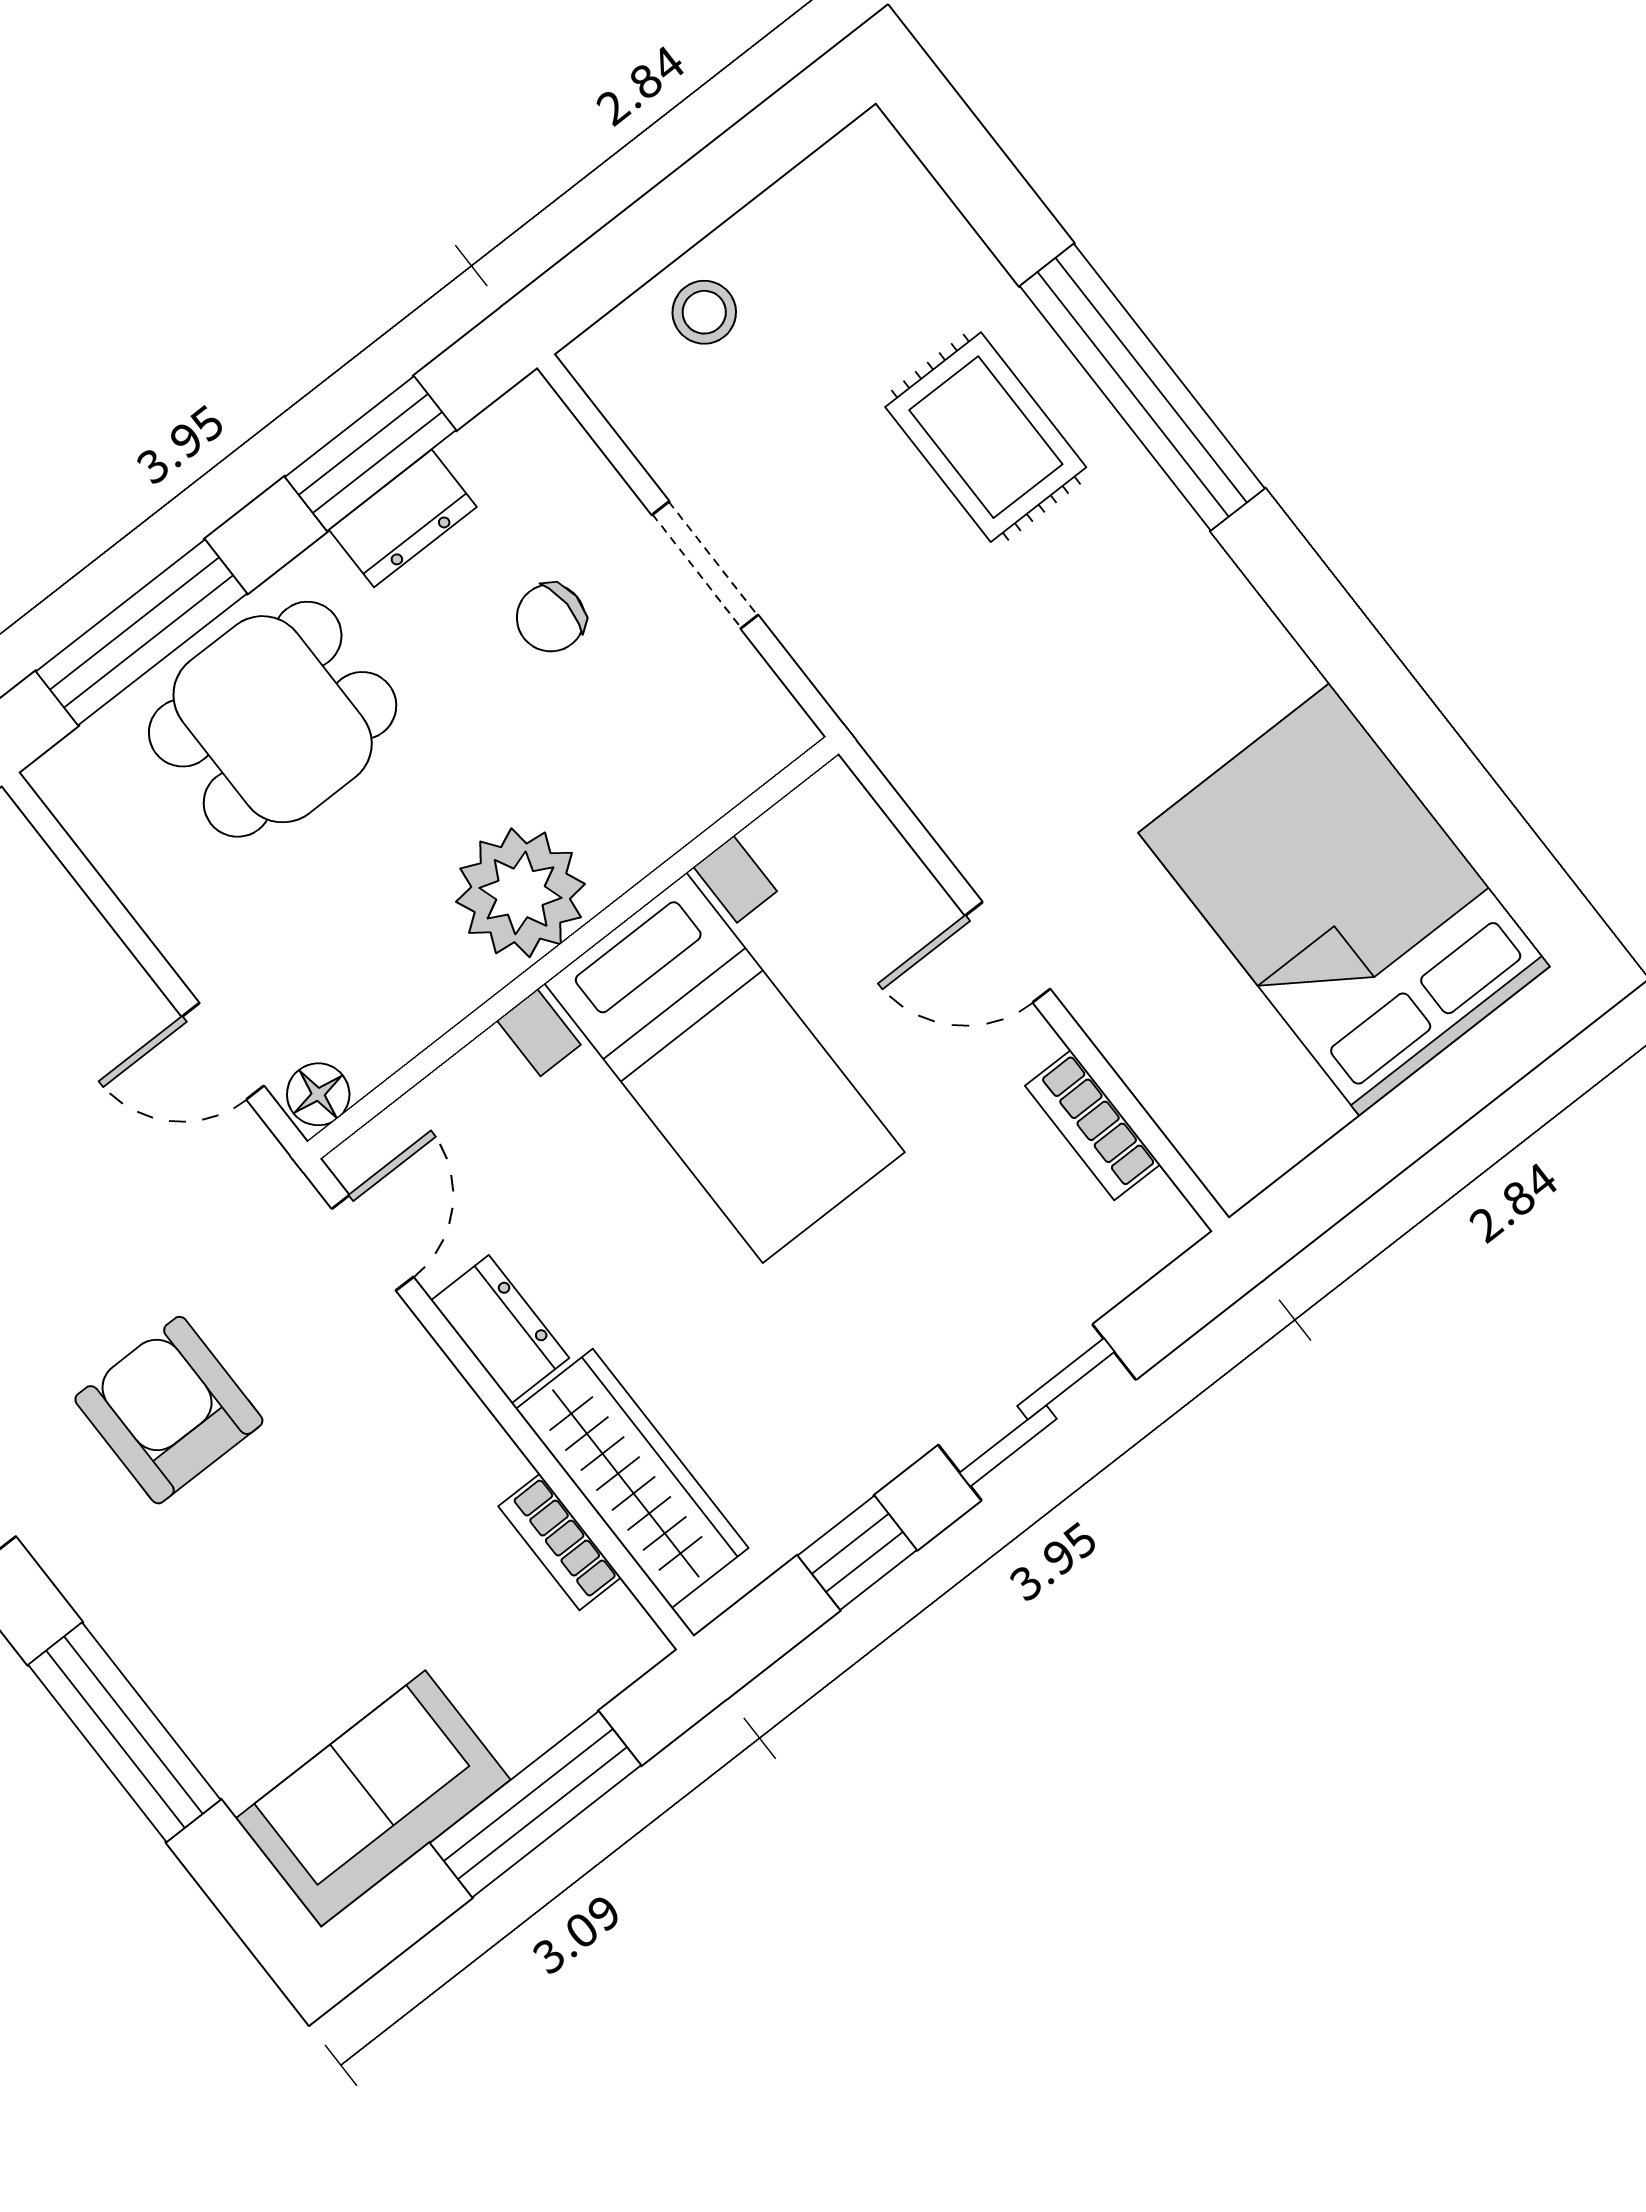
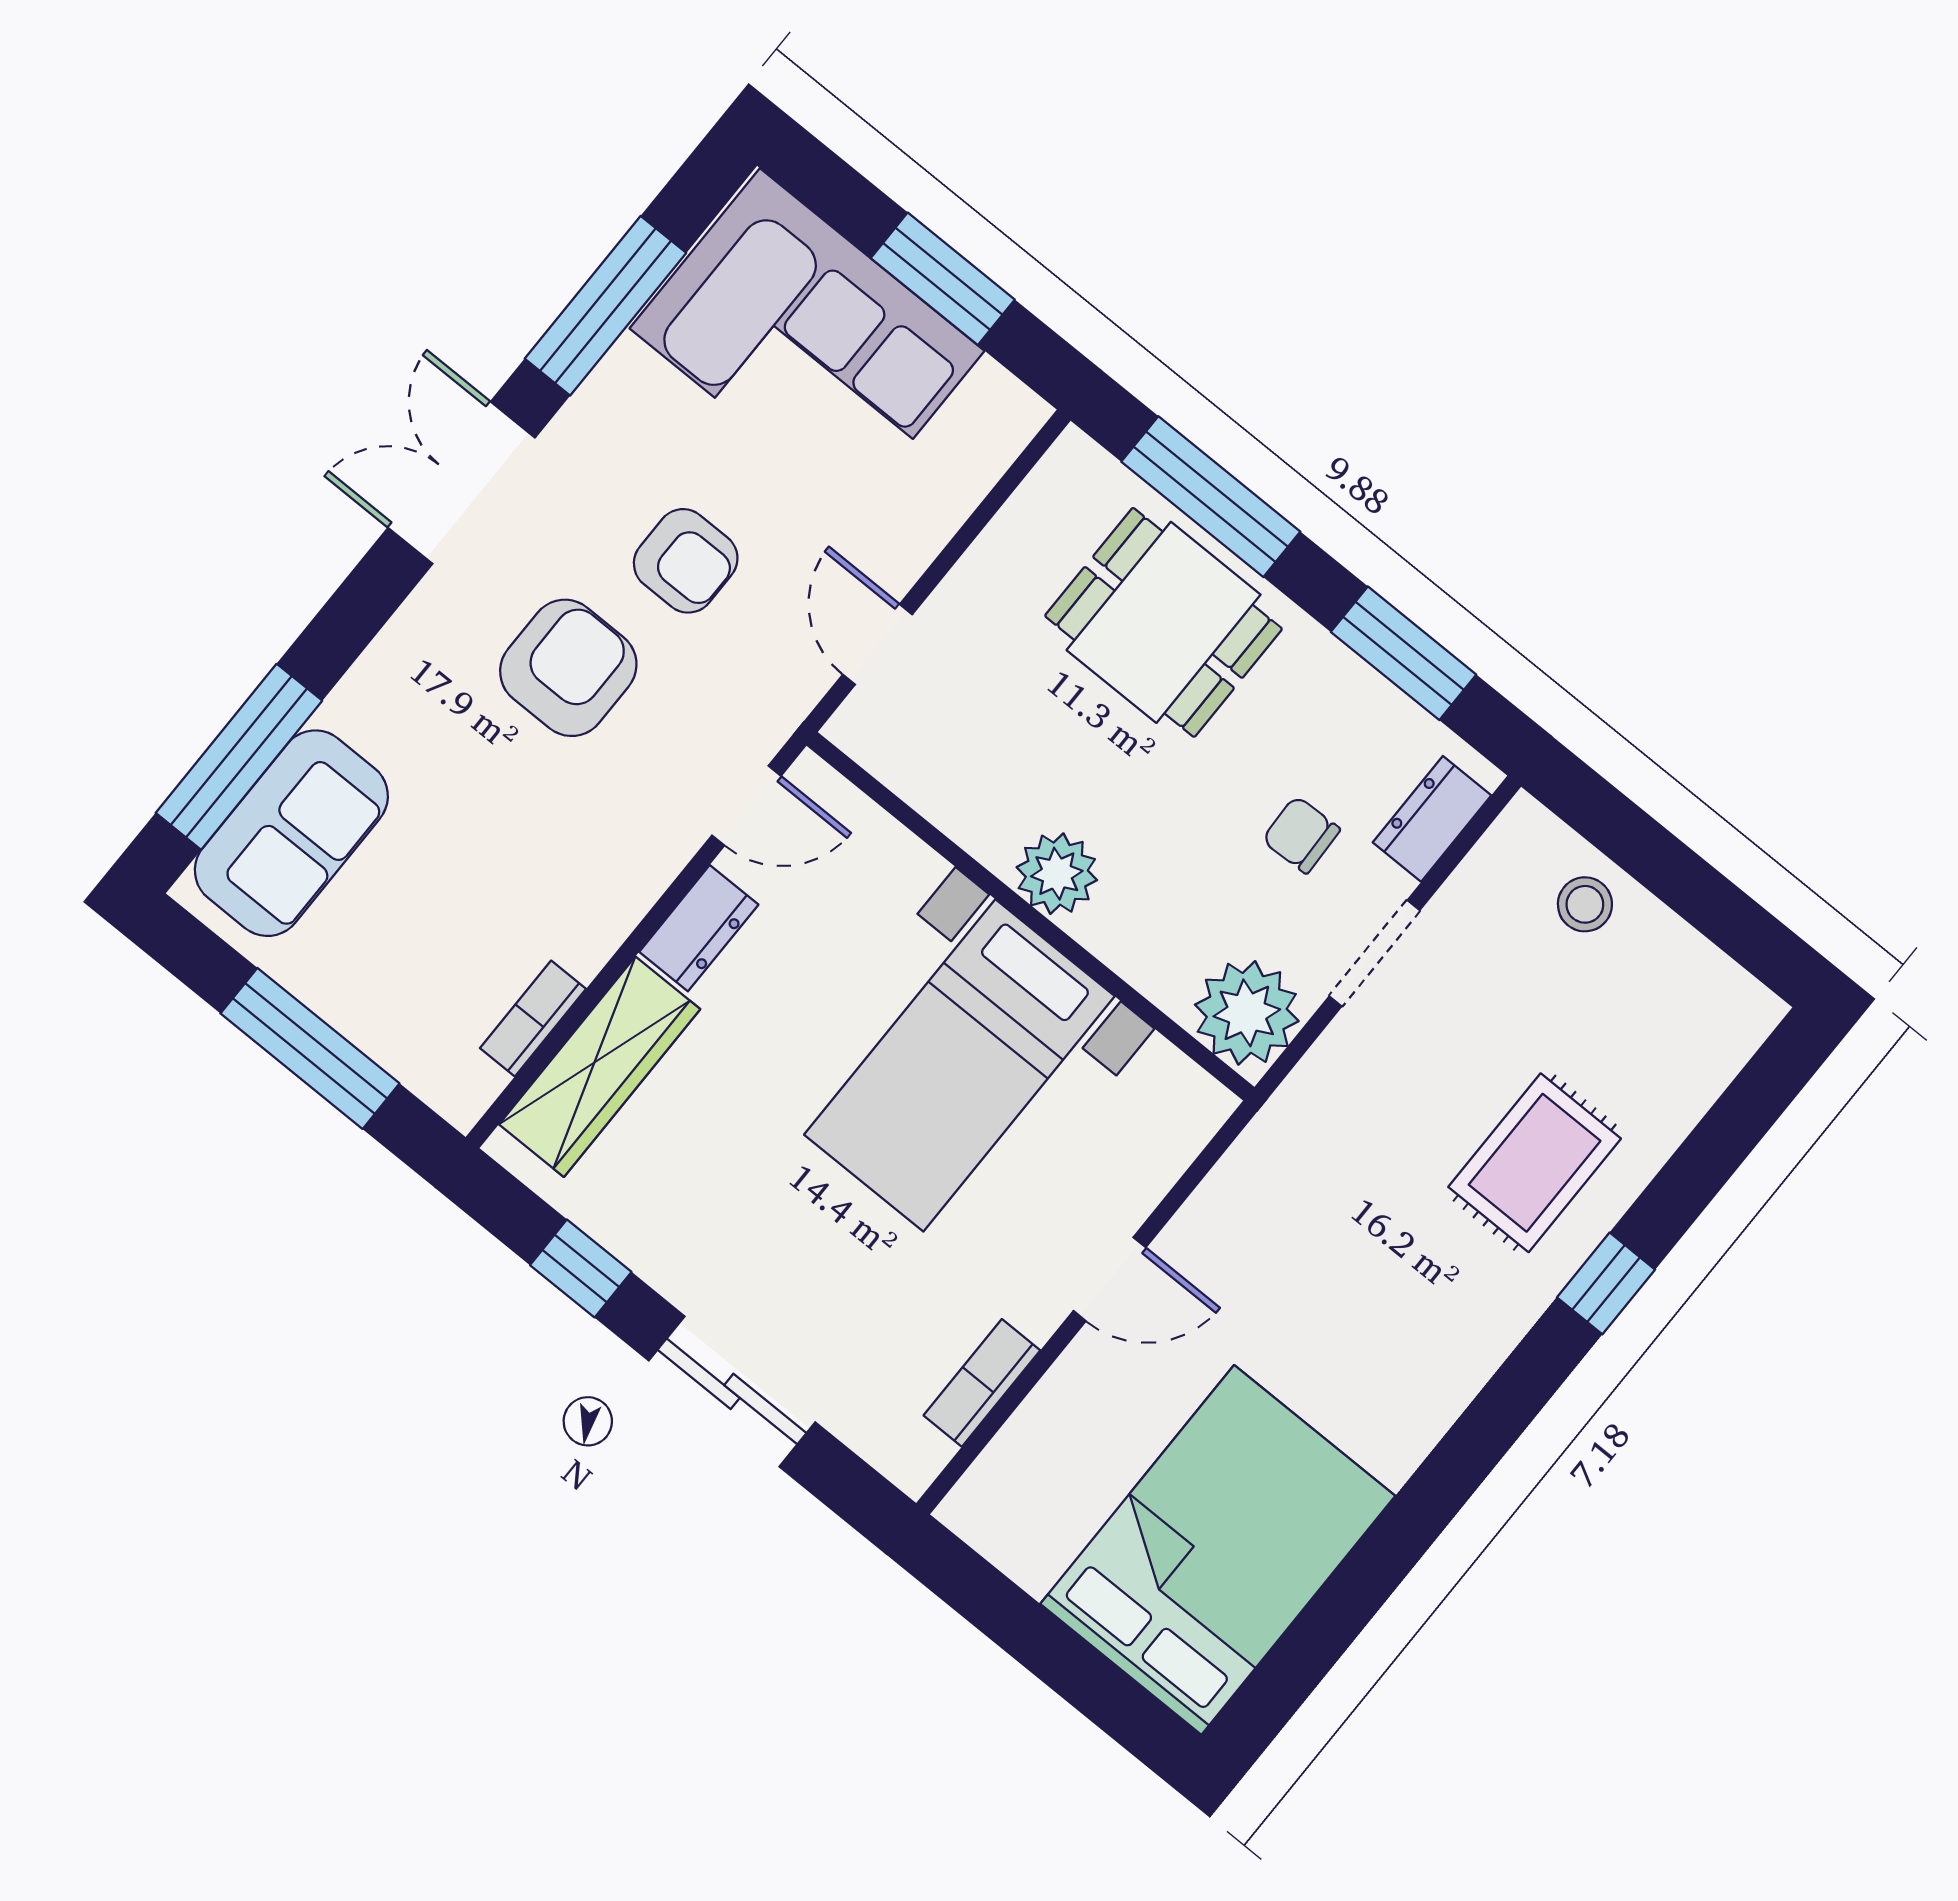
window: (1142, 387) -> (1606, 1283), width x0.32
dresser: (403, 518) -> (1432, 819), moved, turned 90
plant: (740, 726) -> (1247, 1013), added
plant: (521, 893) -> (1057, 874), width x0.73, depth x0.73
door: (1008, 952) -> (1110, 1279), swing flipped
floor lamp: (318, 1094) -> (860, 732), removed
armchair: (78, 1248) -> (686, 561), added
window: (124, 1732) -> (239, 757), moved
sofa: (373, 1799) -> (291, 833), moved, turned 90

